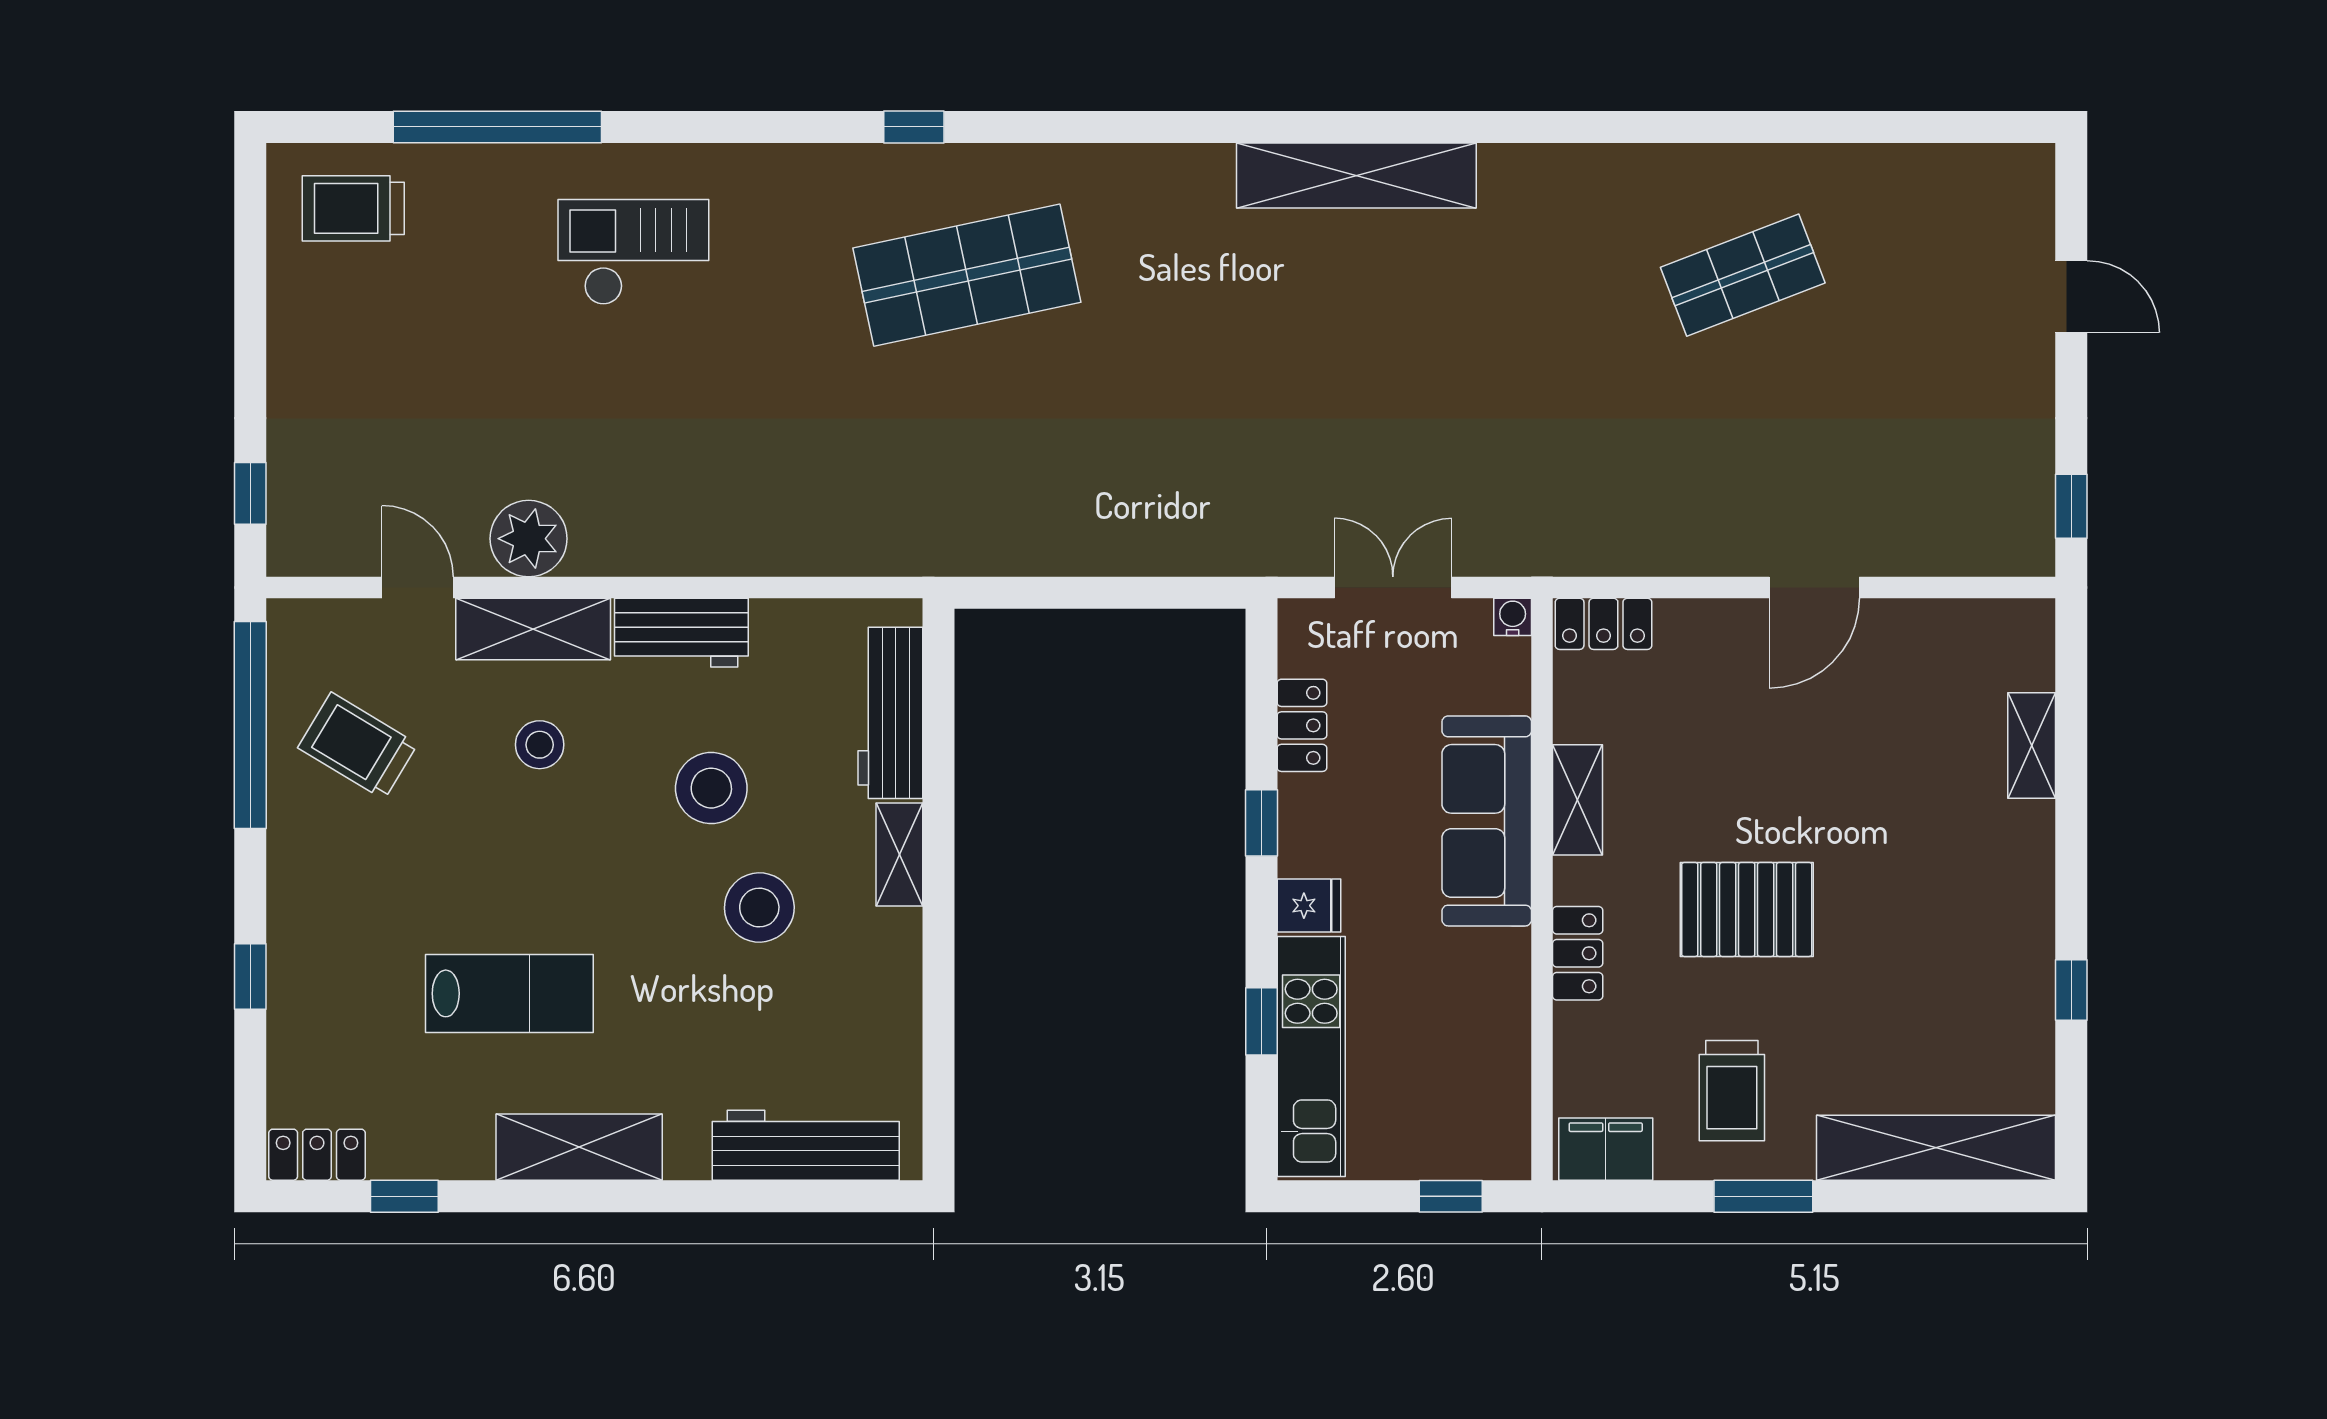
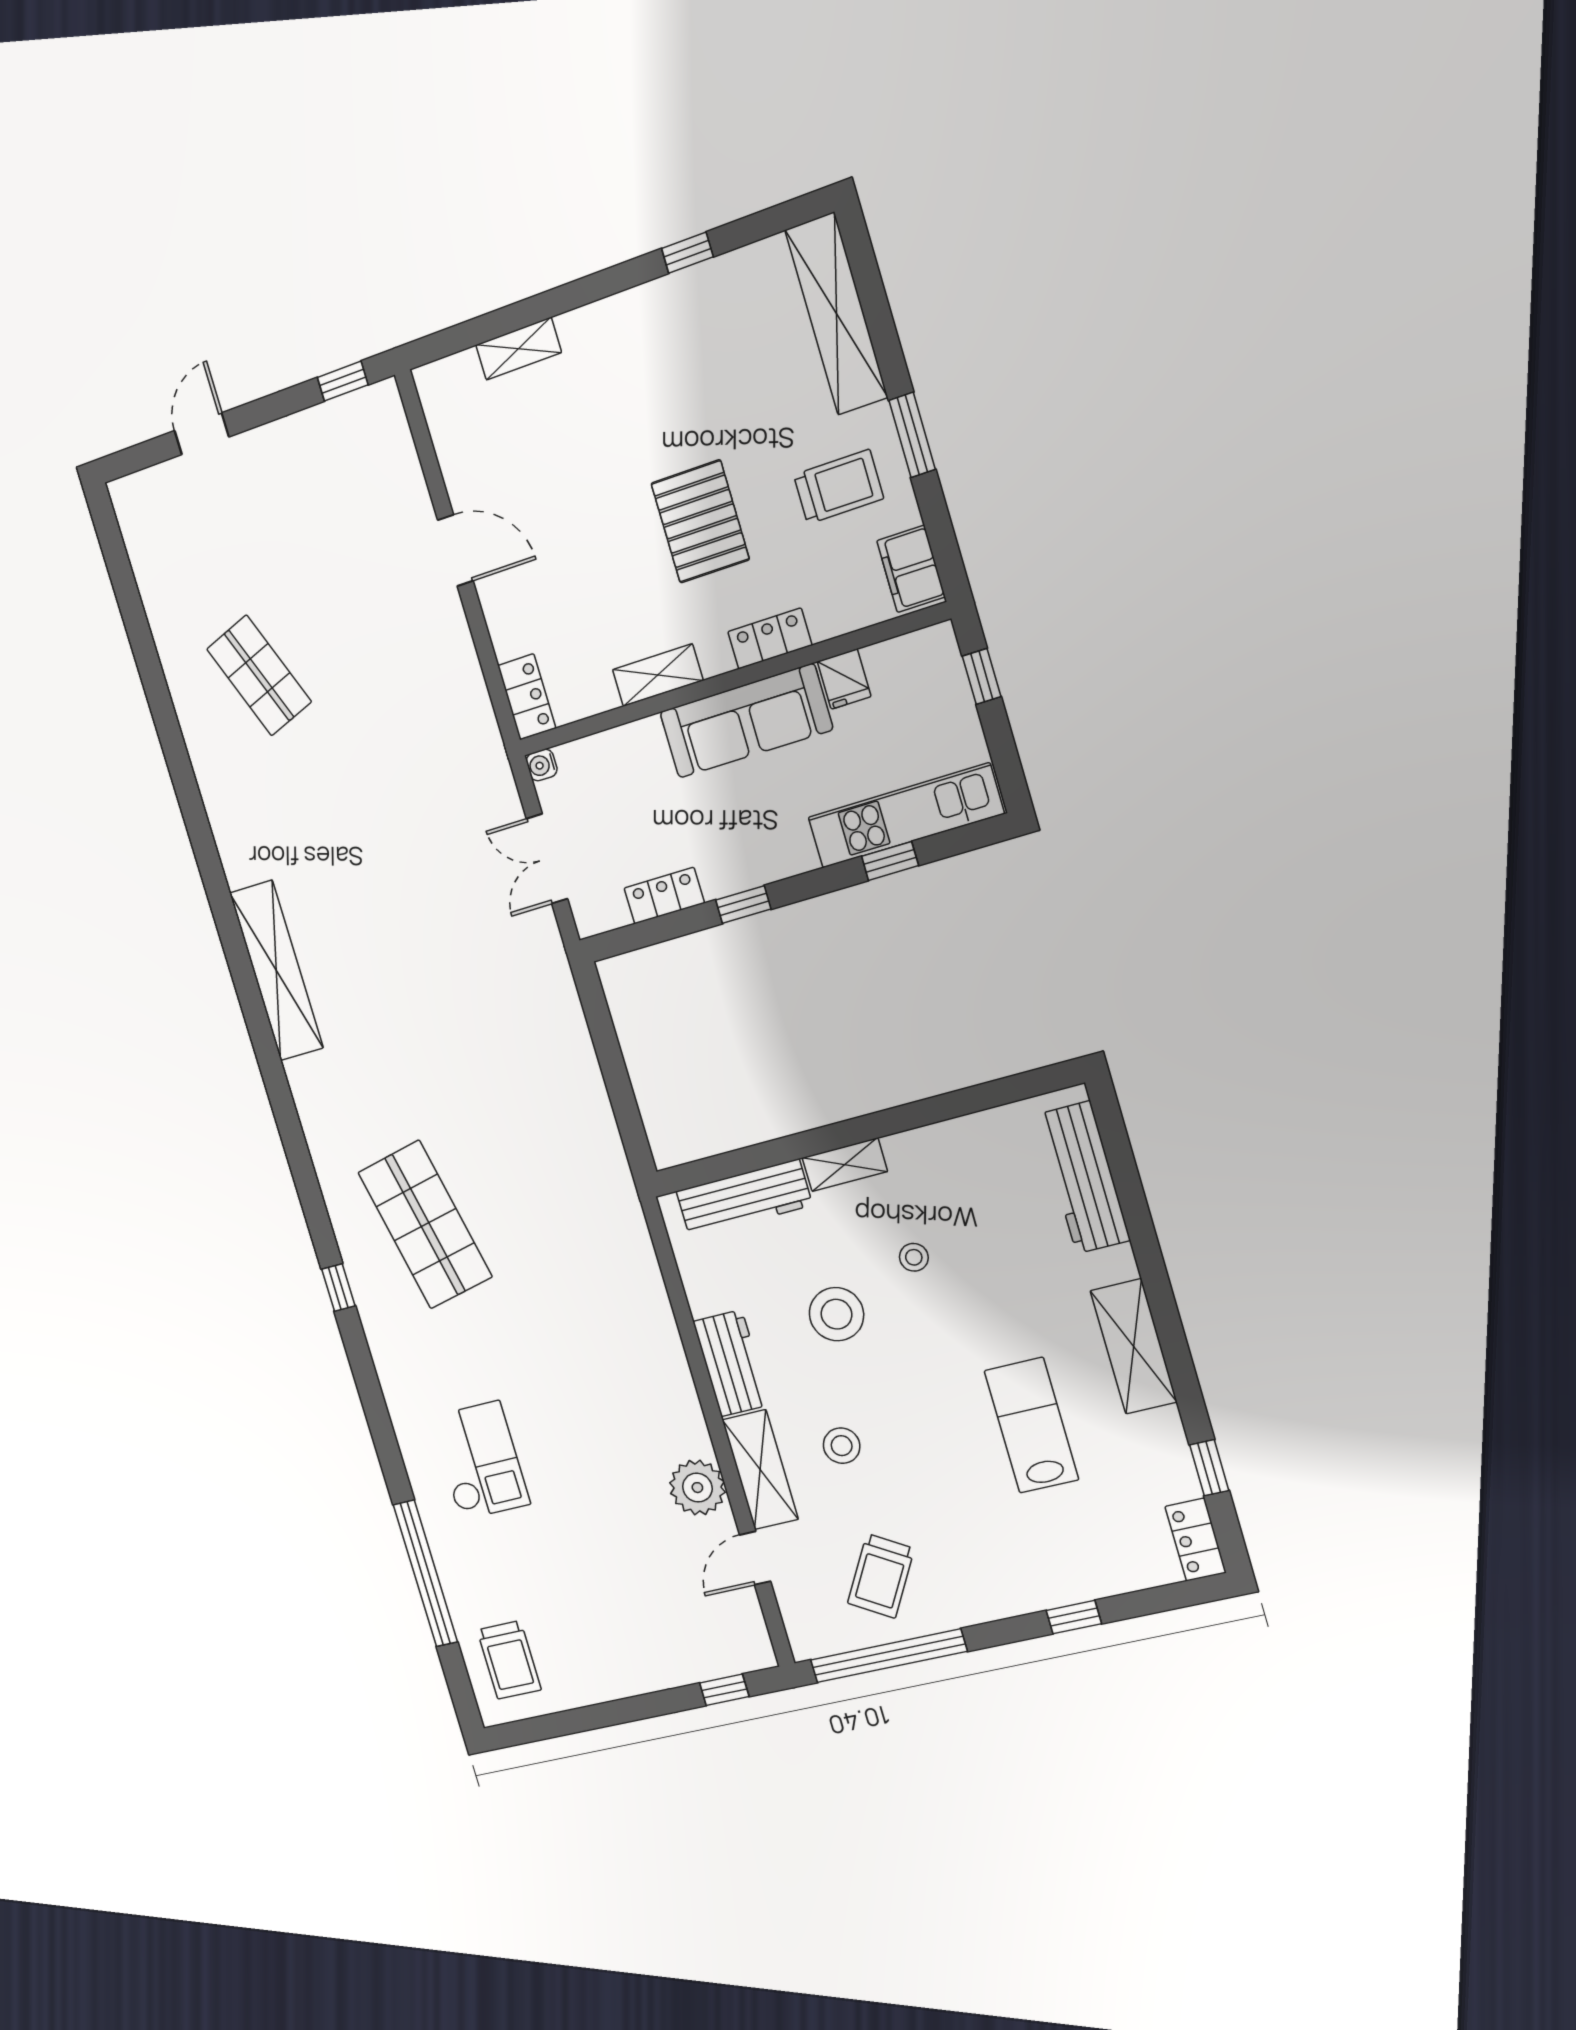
checkout: (633, 252) -> (480, 1460), turned 180
sofa: (1487, 821) -> (746, 721), moved
fridge: (1309, 906) -> (844, 679), moved, turned 180
stool: (759, 908) -> (914, 1257), width x0.53, depth x0.53

